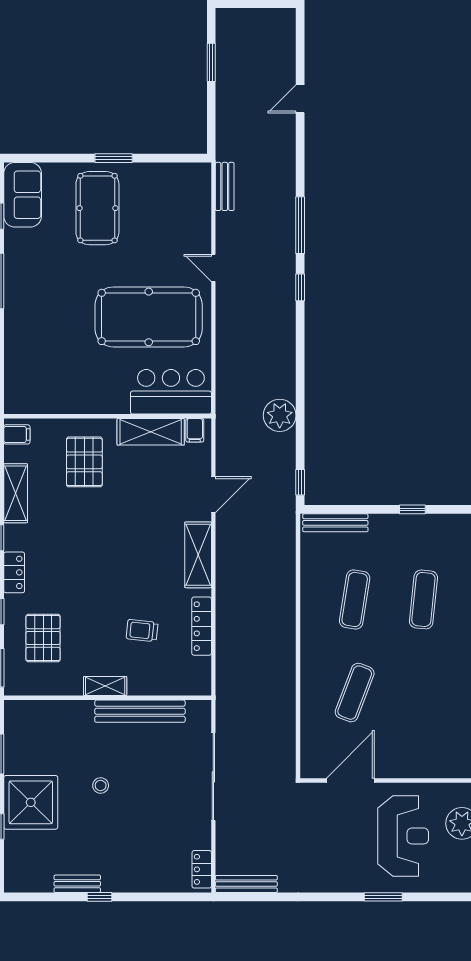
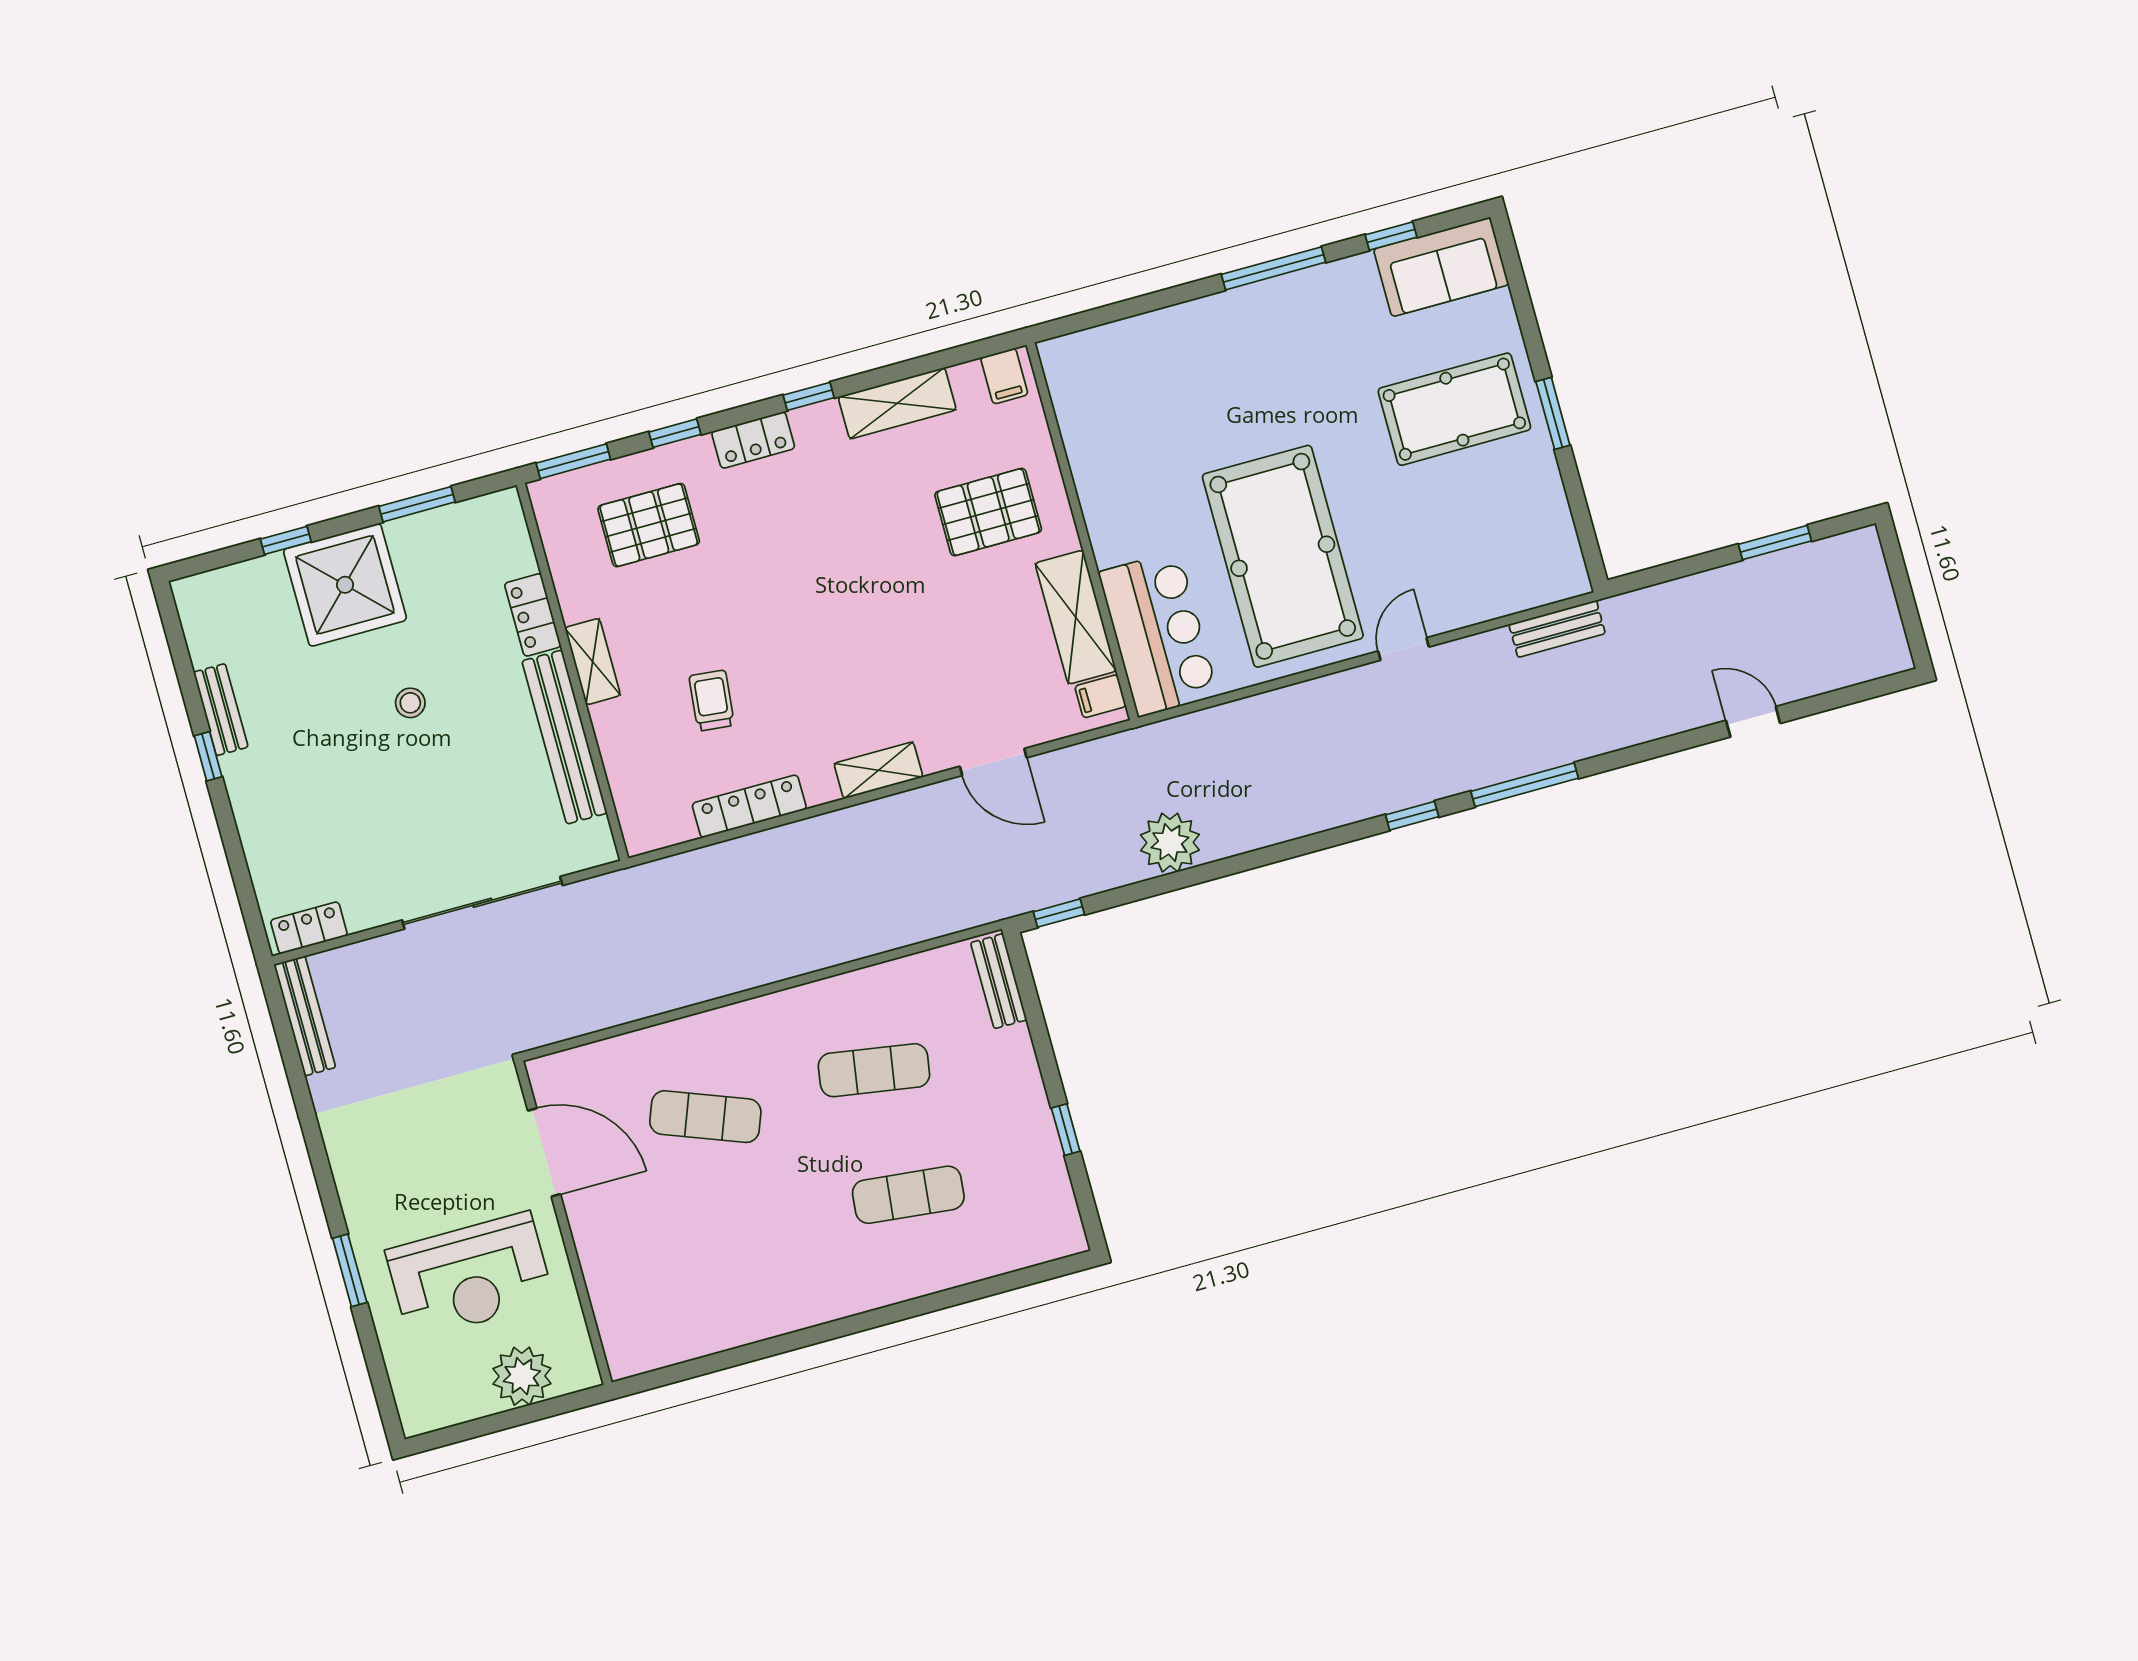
bench: (335, 523) -> (999, 981), width x0.73
shelving: (198, 555) -> (878, 770), width x0.67, depth x0.75
locker: (73, 710) -> (533, 615), added

